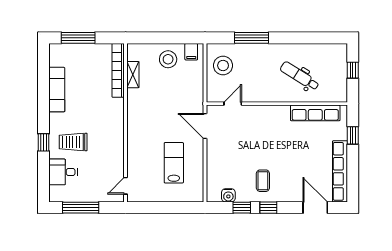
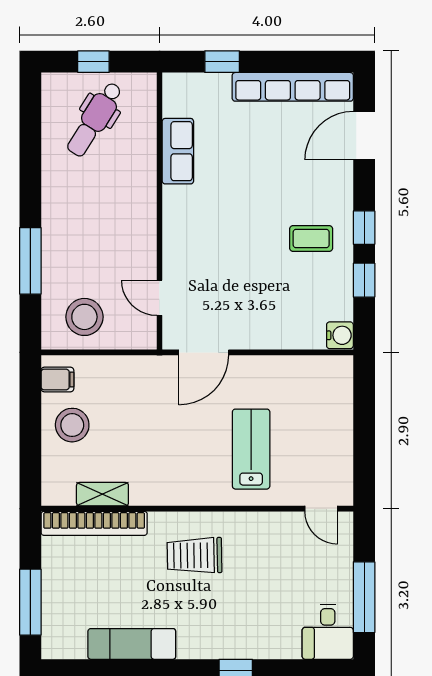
dental chair: (300, 76) -> (95, 119), moved
row of seats: (315, 113) -> (178, 151), width x0.68
trolley: (73, 142) -> (194, 555), moved, turned 89
lab bench: (174, 163) -> (251, 449), moved, turned 90
desk: (63, 172) -> (328, 632), moved
water cooler: (228, 195) -> (340, 335), moved

